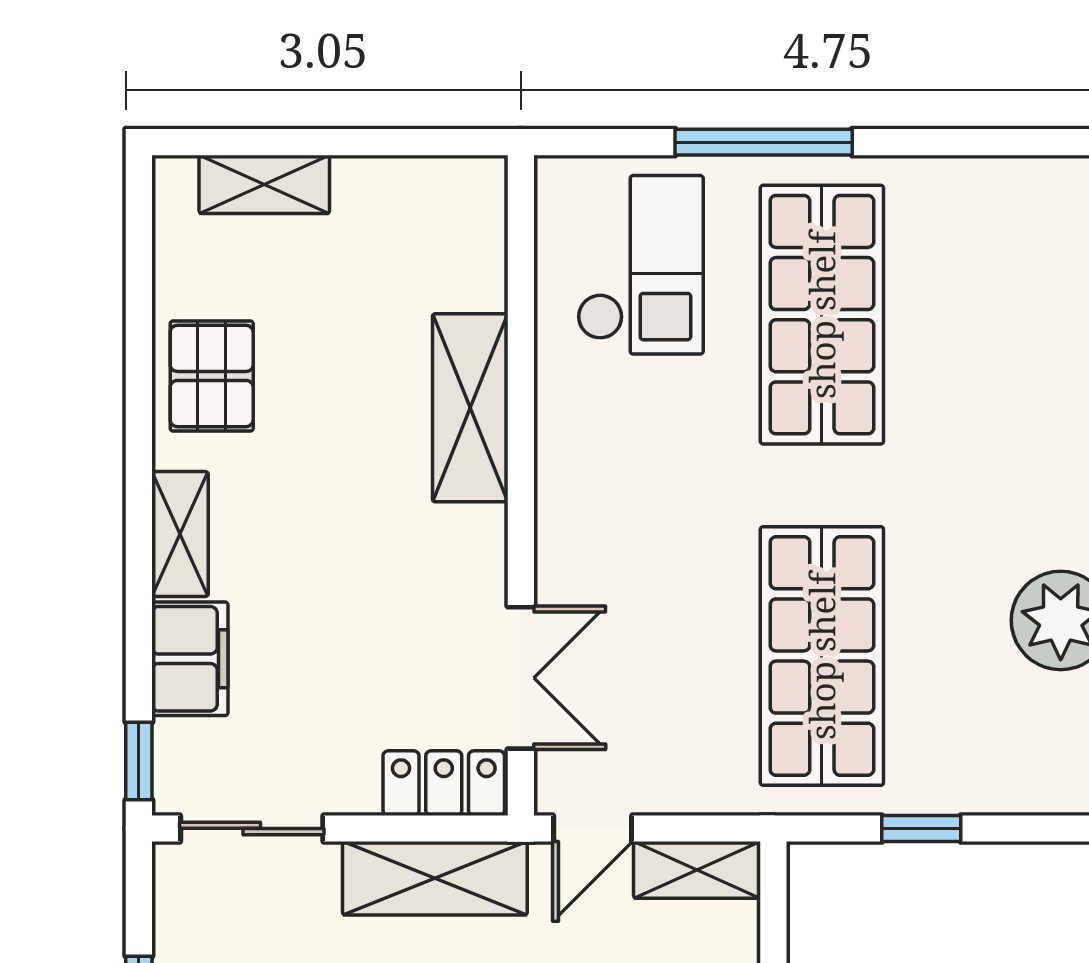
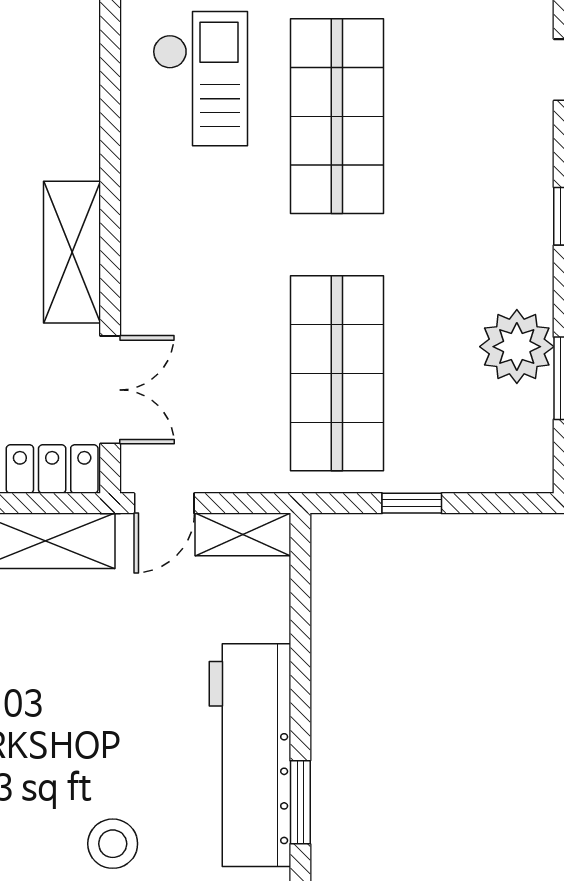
shelving: (470, 408) -> (72, 252), moved

